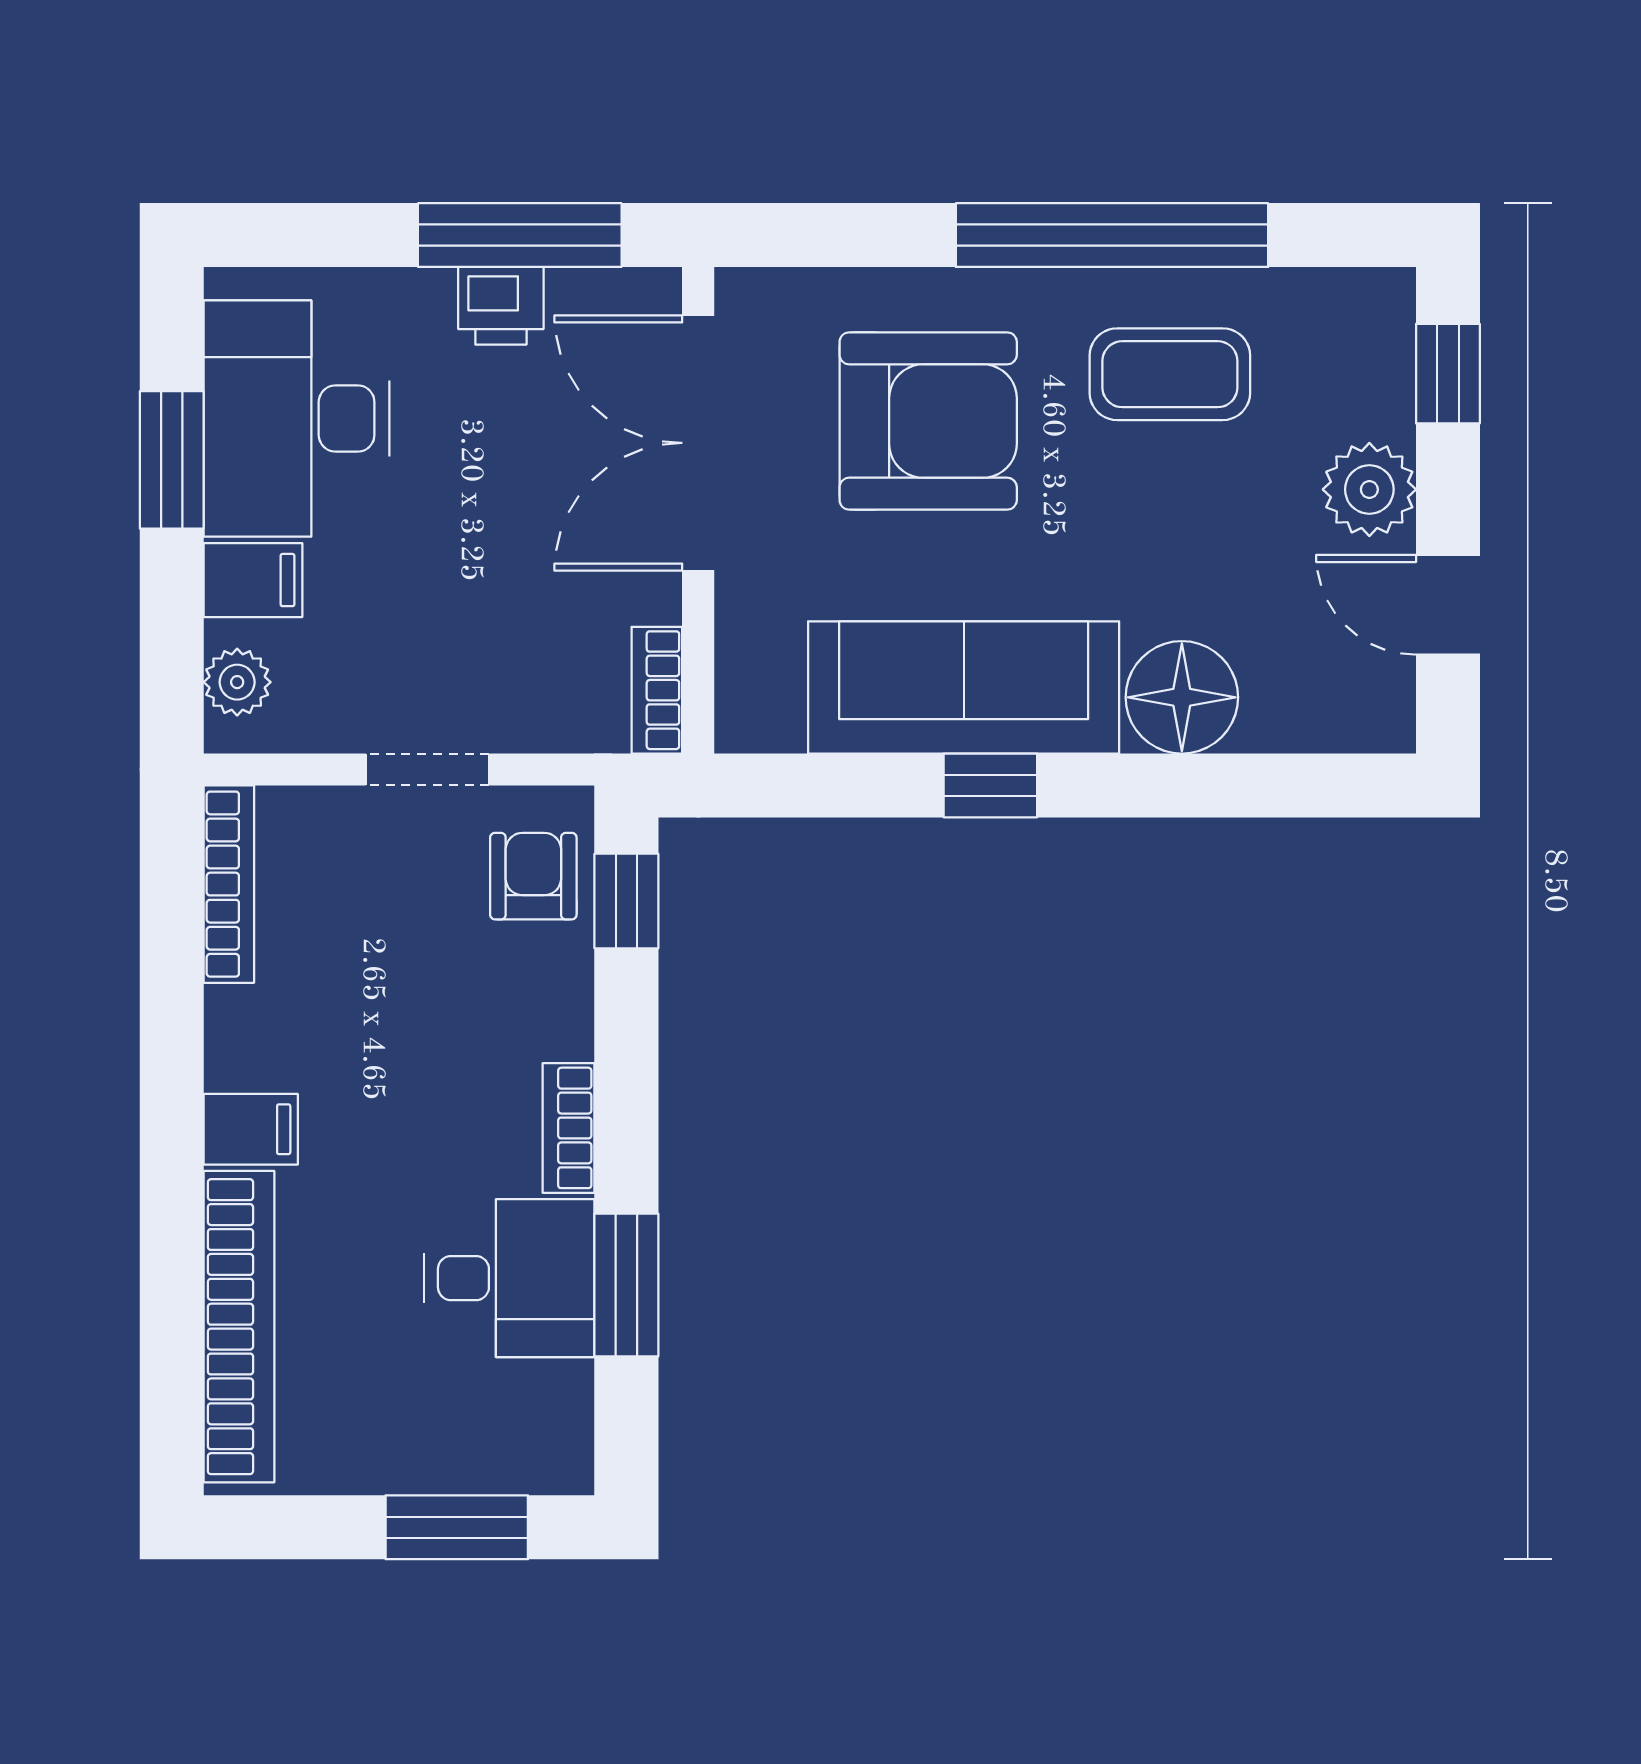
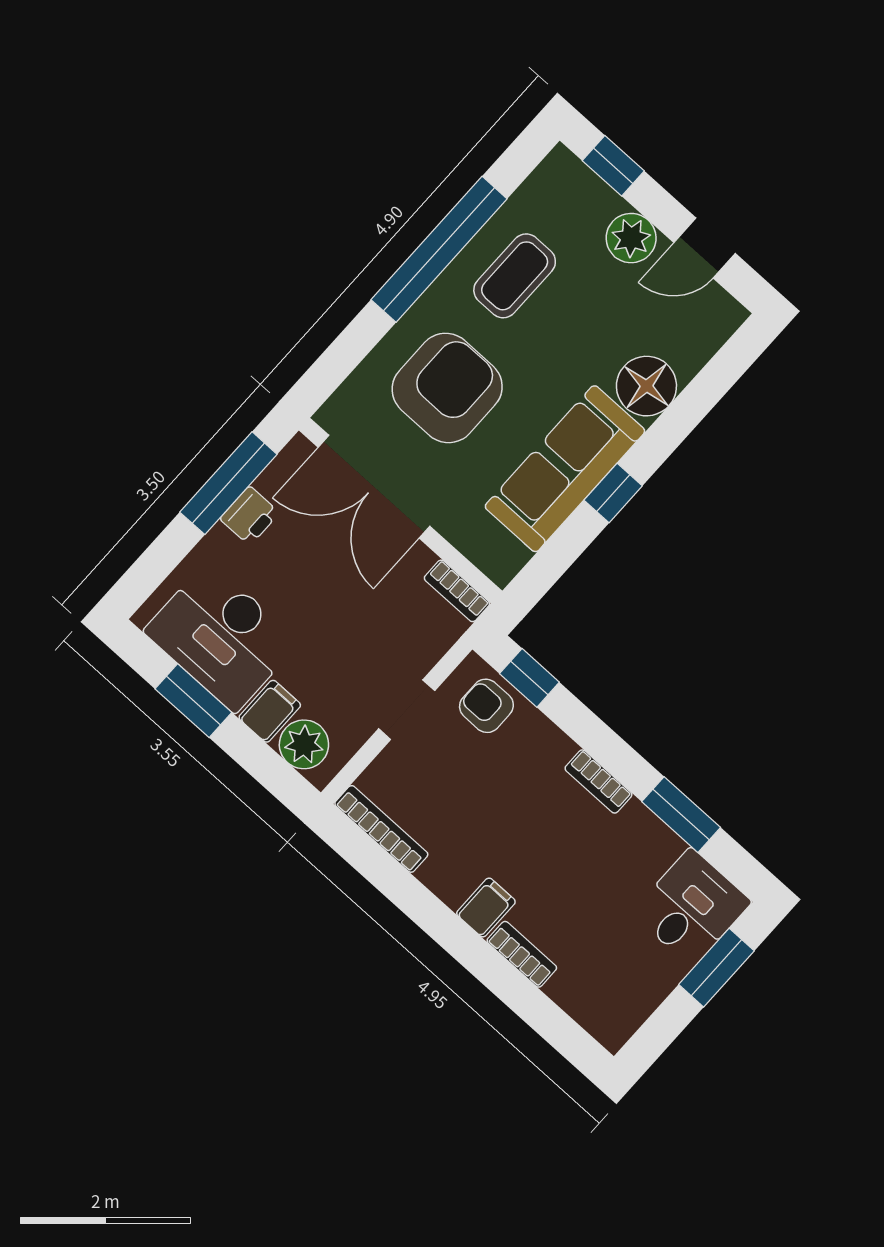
plant: (237, 682) -> (304, 744), width x1.38, depth x1.38
desk: (509, 1278) -> (691, 907), moved
bookcase: (239, 1327) -> (522, 954), width x0.43, depth x0.76

